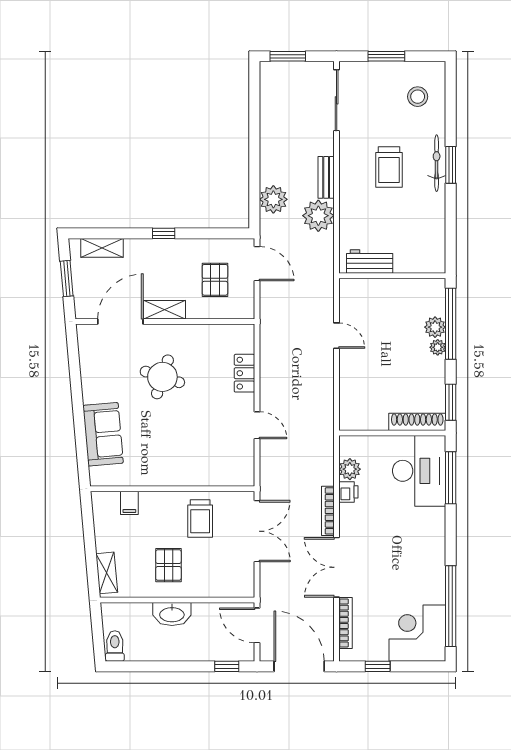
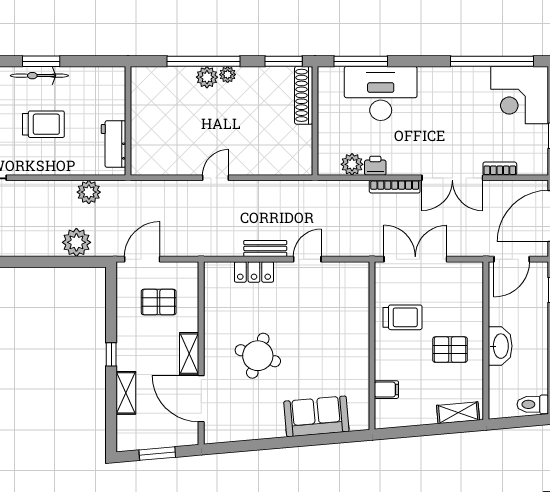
bench: (326, 177) -> (265, 248), moved
plant: (318, 216) -> (89, 192), width x0.73, depth x0.73
shelving: (102, 248) -> (126, 393), moved
workbench: (370, 261) -> (113, 144), moved
wall: (392, 276) -> (128, 121), moved
desk: (419, 471) -> (381, 93), moved
bookcase: (346, 623) -> (500, 169), width x0.64

